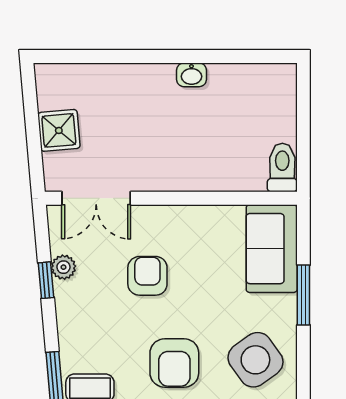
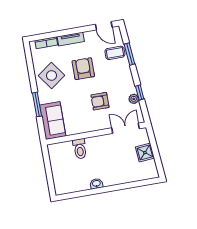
toilet: (282, 168) -> (80, 149), moved
armchair: (147, 276) -> (100, 101), turned 90

